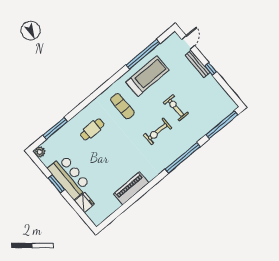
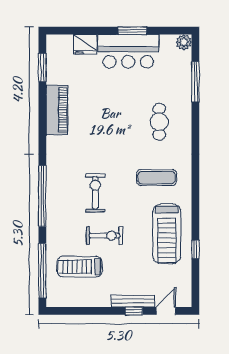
door: (188, 42) -> (166, 311), swing flipped
window: (143, 54) -> (195, 250), width x0.32
window: (211, 69) -> (134, 311), moved
treadmill: (203, 107) -> (80, 267), added
window: (116, 215) -> (42, 68), added

